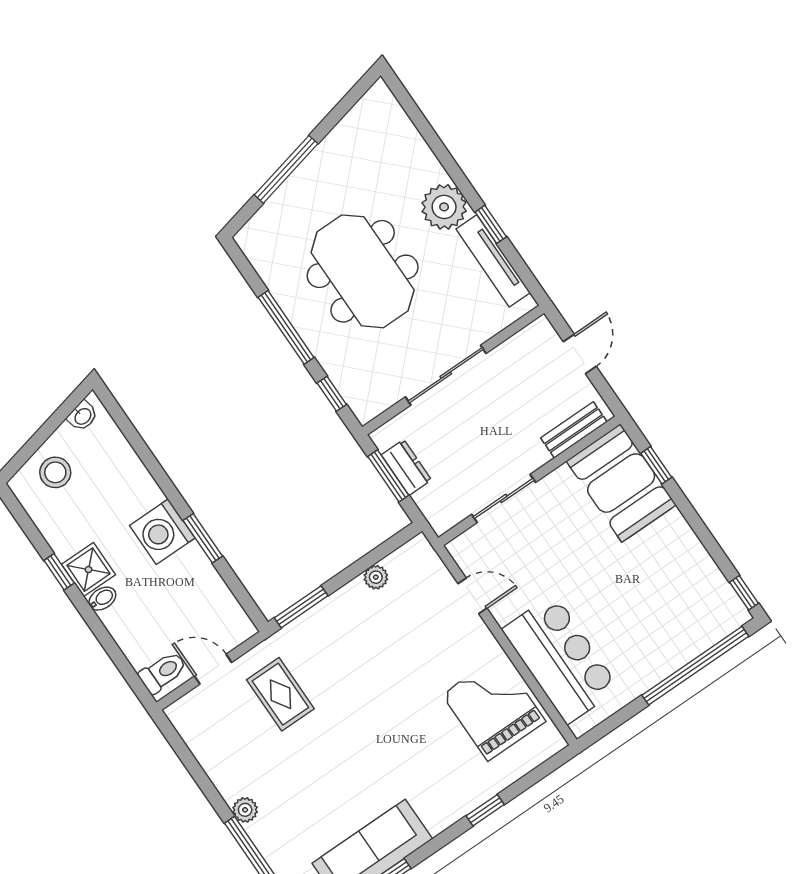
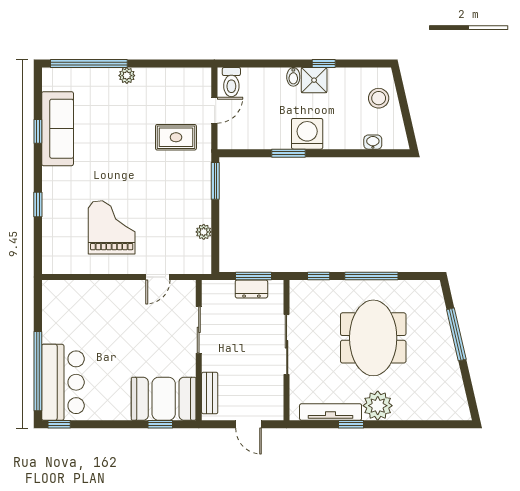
meeting table: (363, 271) -> (373, 338), turned 90
washbasin: (82, 416) -> (373, 142), moved, turned 103
bar counter: (561, 659) -> (63, 382), moved, turned -90
grand piano: (494, 708) -> (112, 227), moved, turned -90

